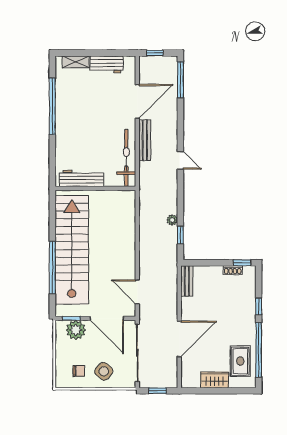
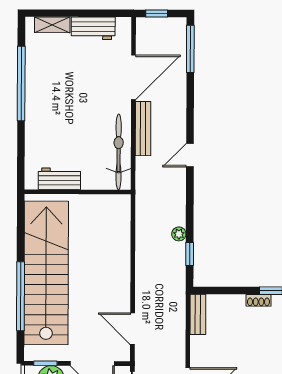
door: (180, 160) -> (190, 155), swing flipped
workbench: (82, 178) -> (59, 179), width x0.73

